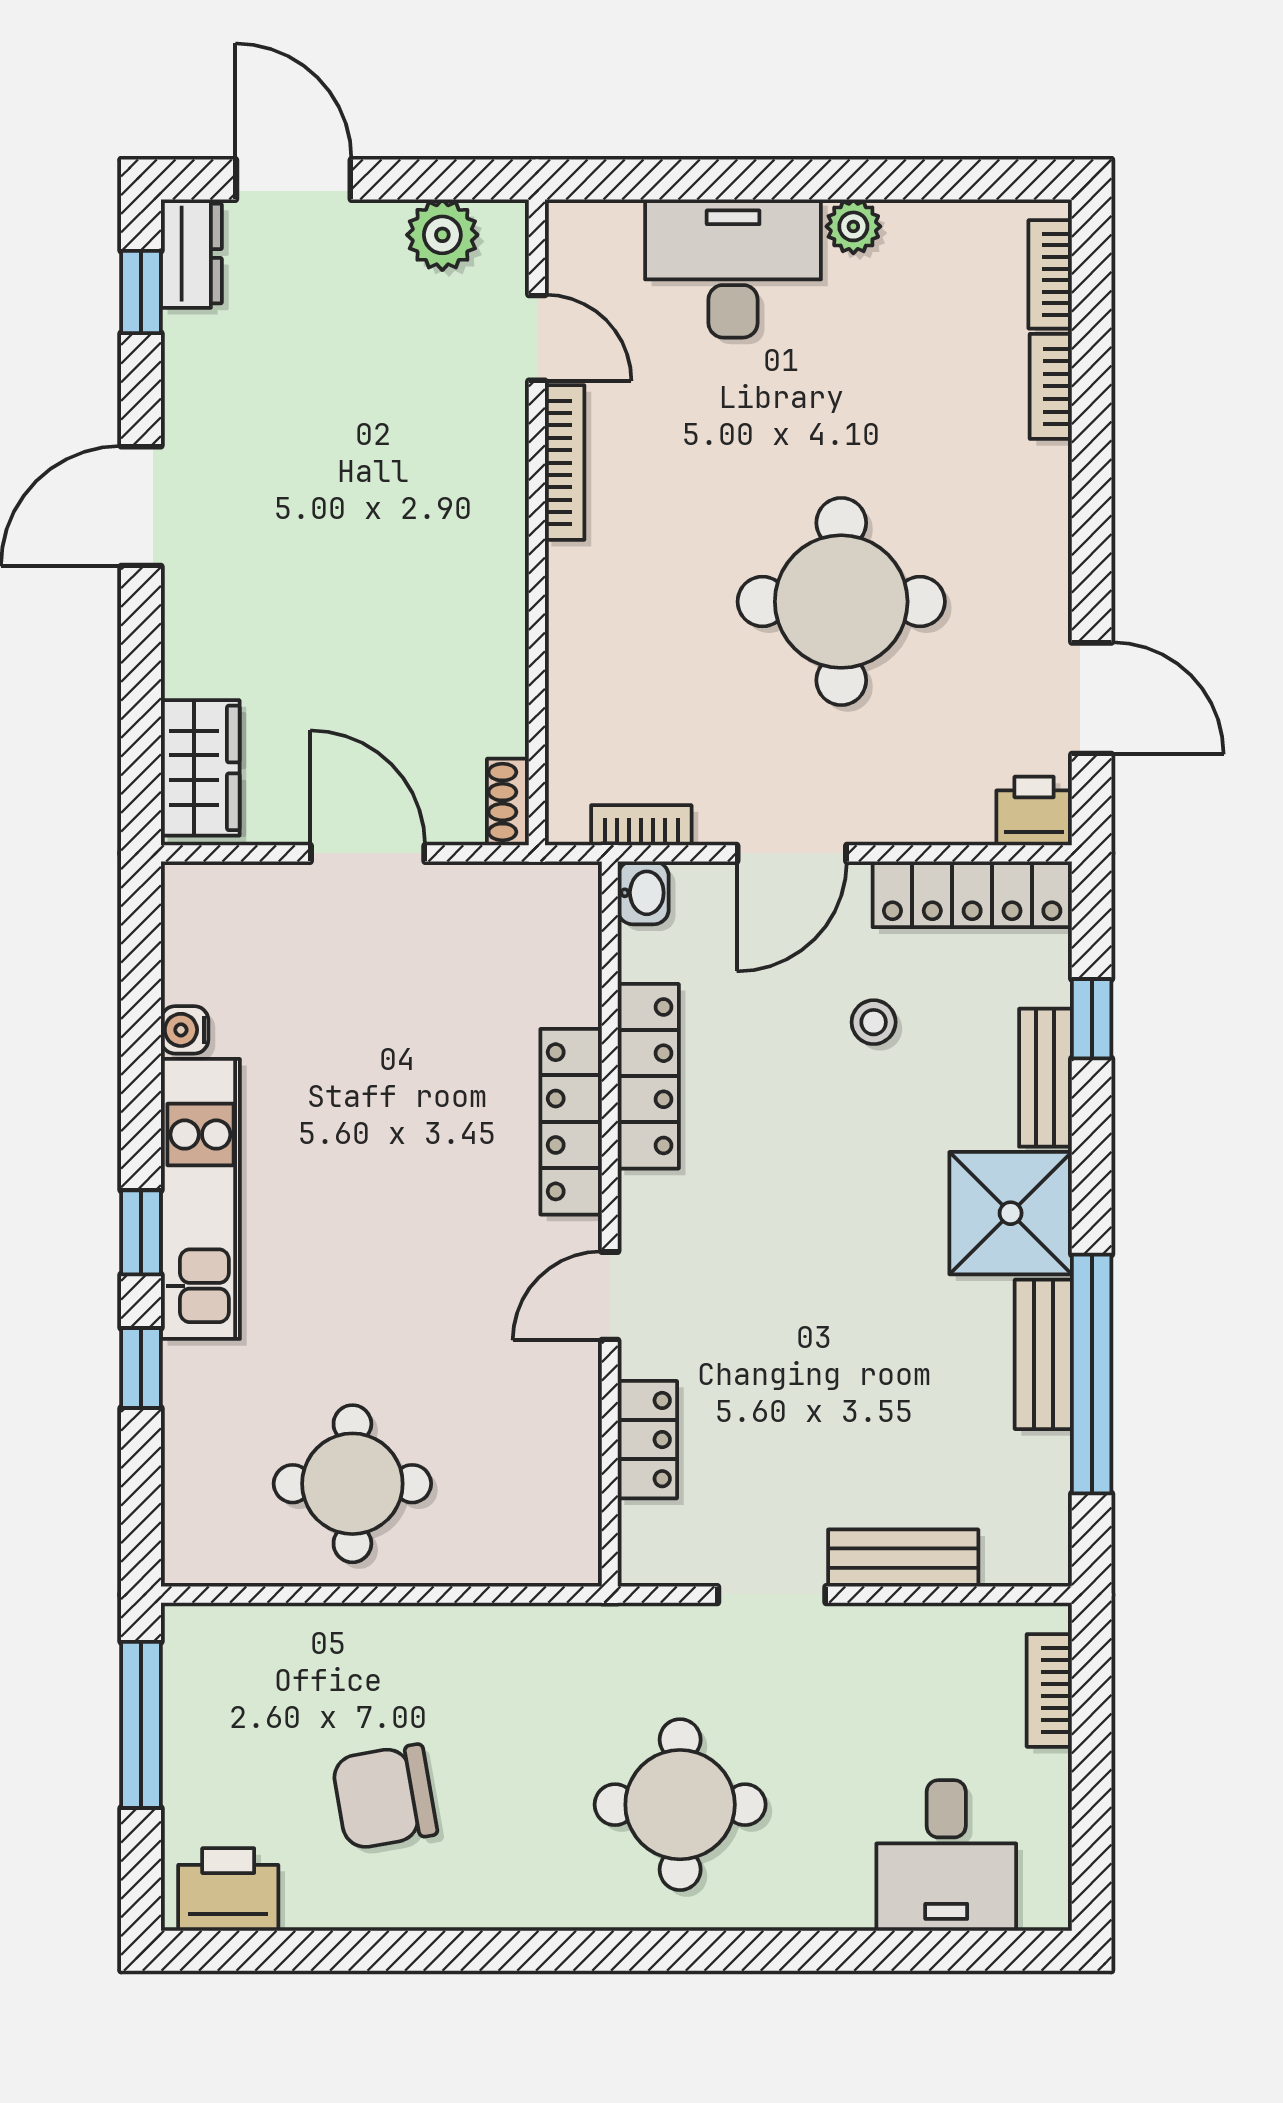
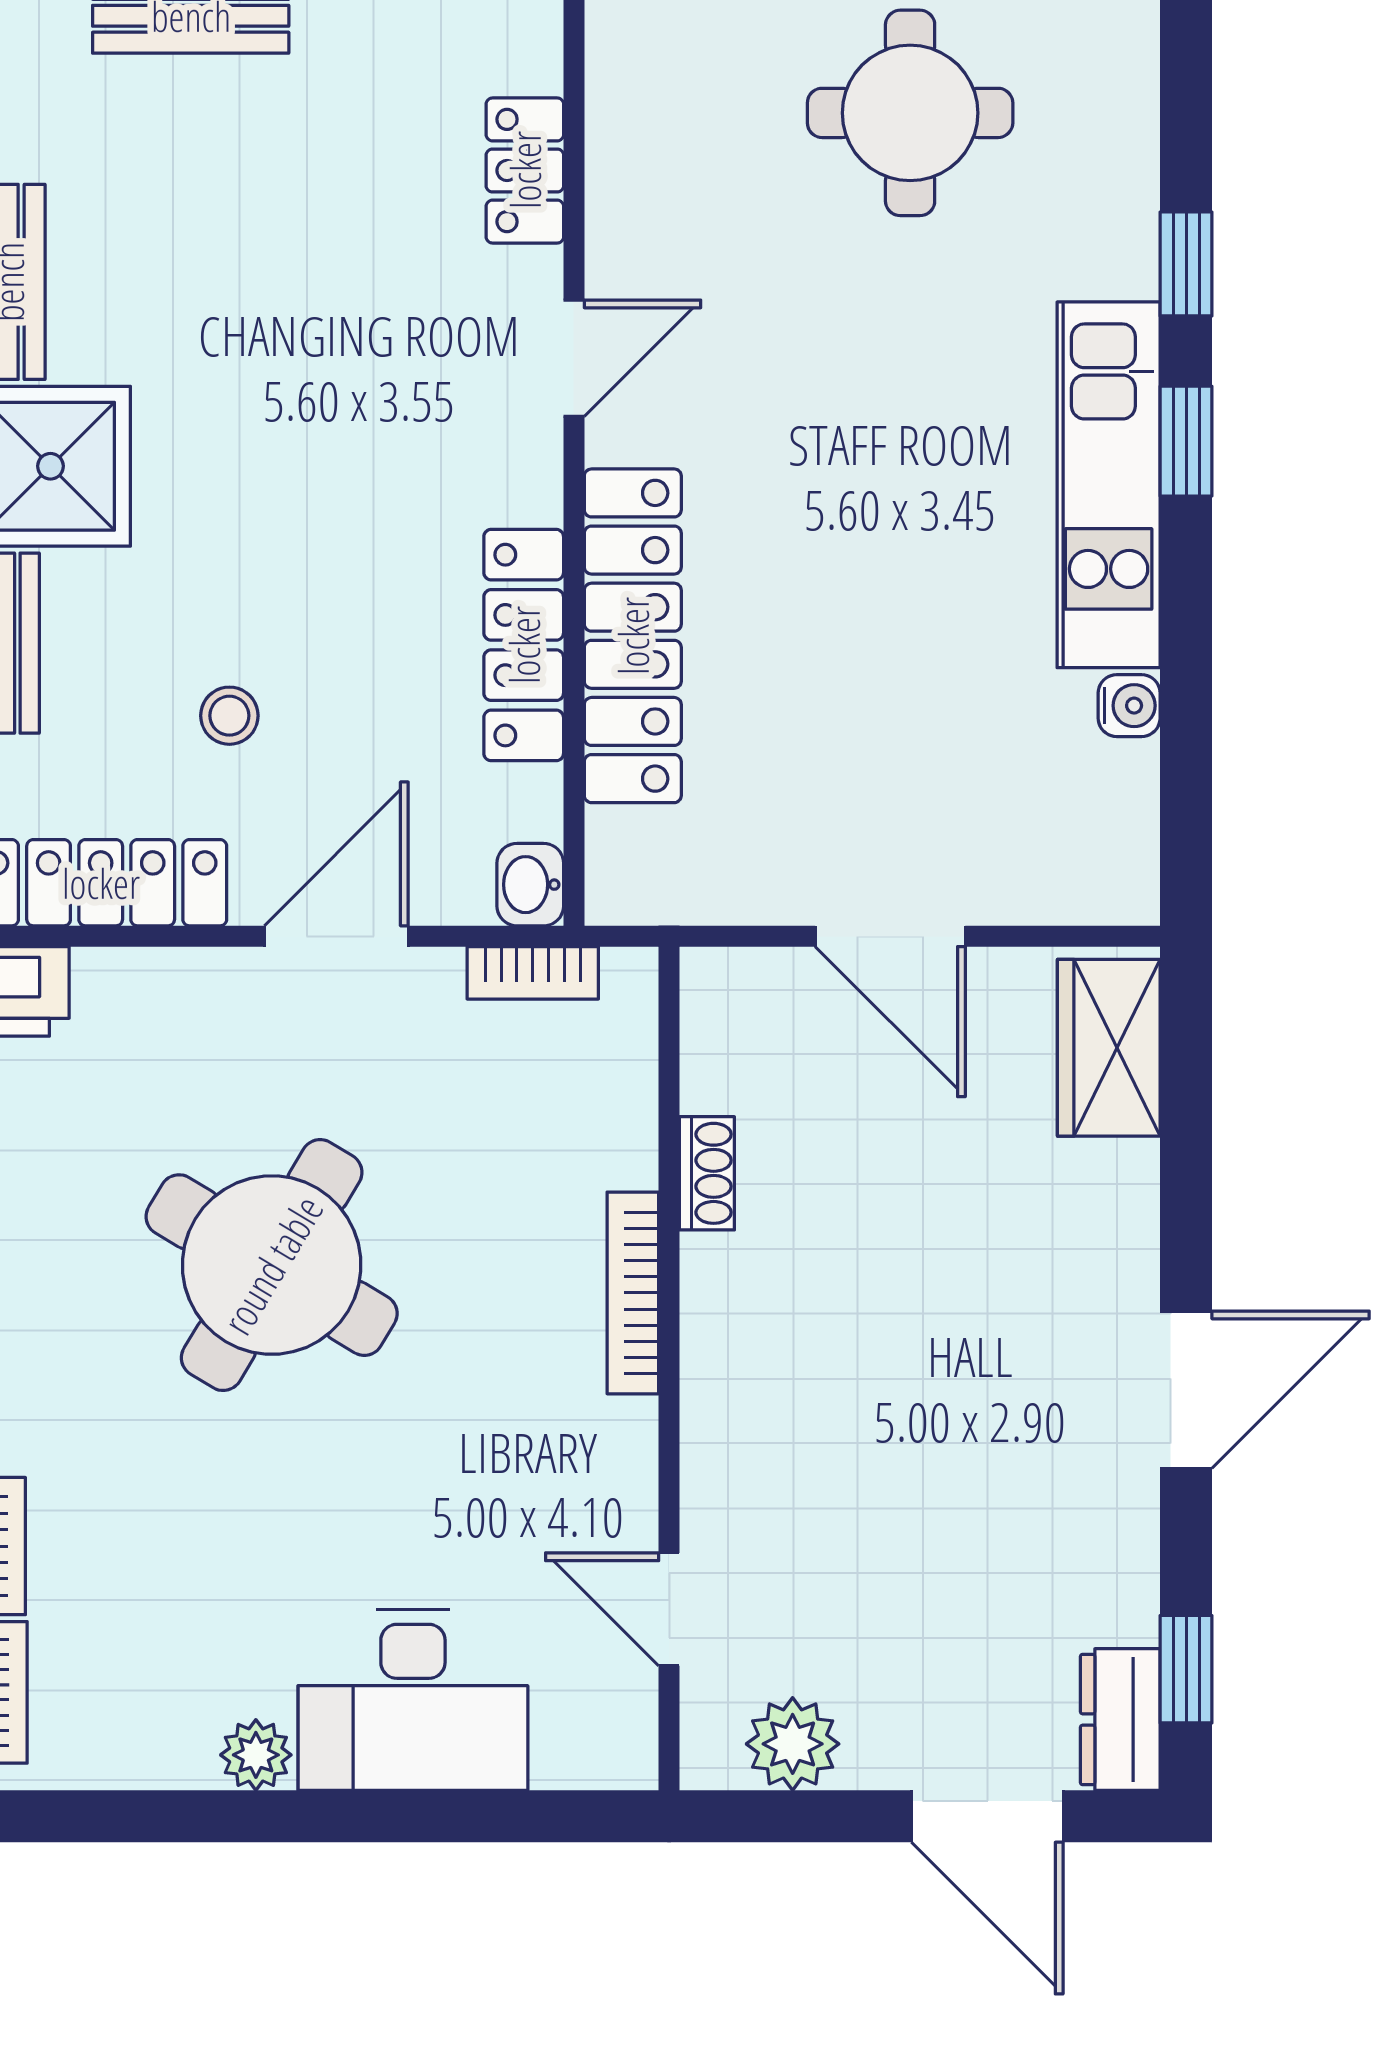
bookcase: (565, 463) -> (633, 1293), moved
round table: (841, 602) -> (272, 1265), turned 31
shoe rack: (508, 802) -> (707, 1173), moved
locker: (571, 1122) -> (633, 636), width x1.41, depth x1.21

